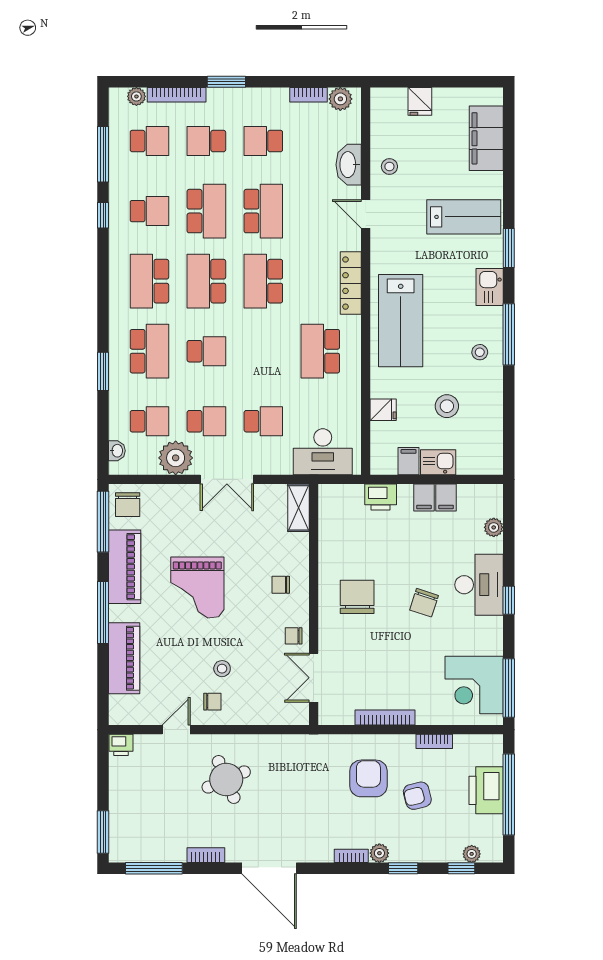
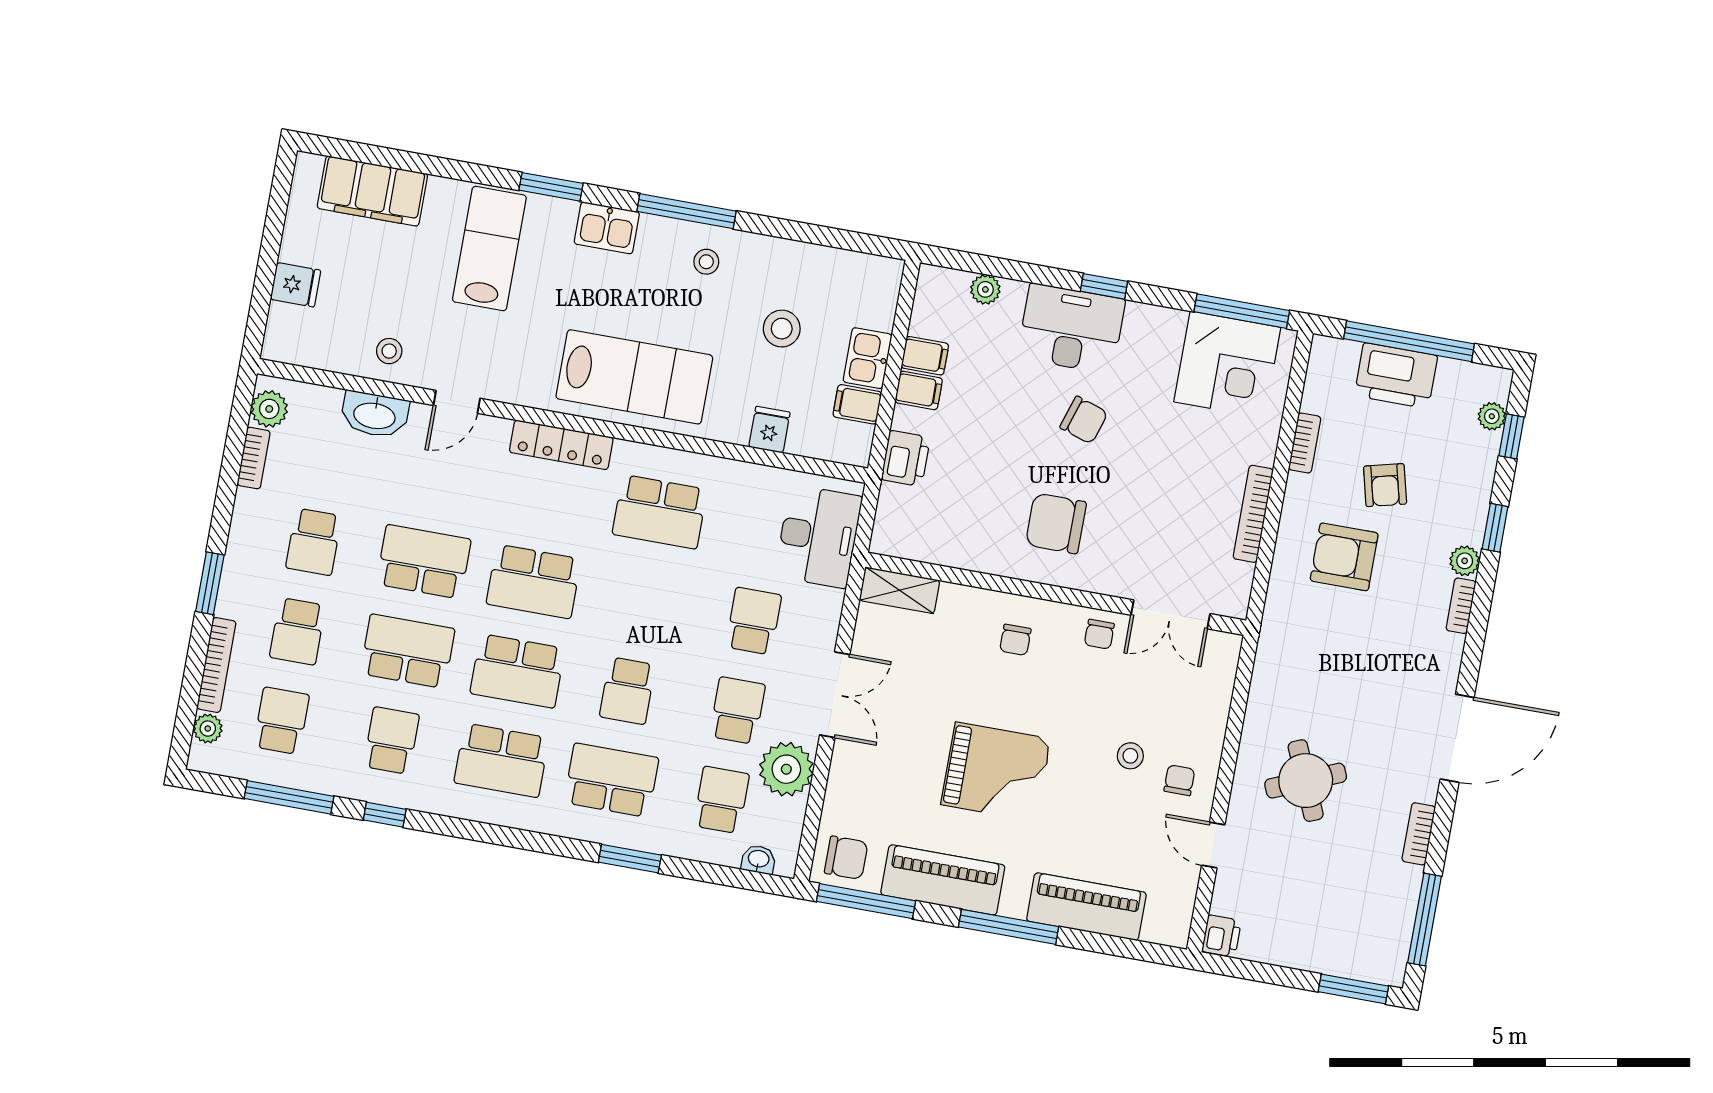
school desk: (206, 351) -> (627, 691), turned 180

